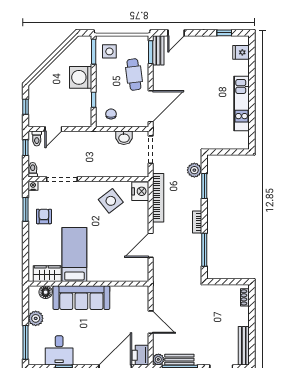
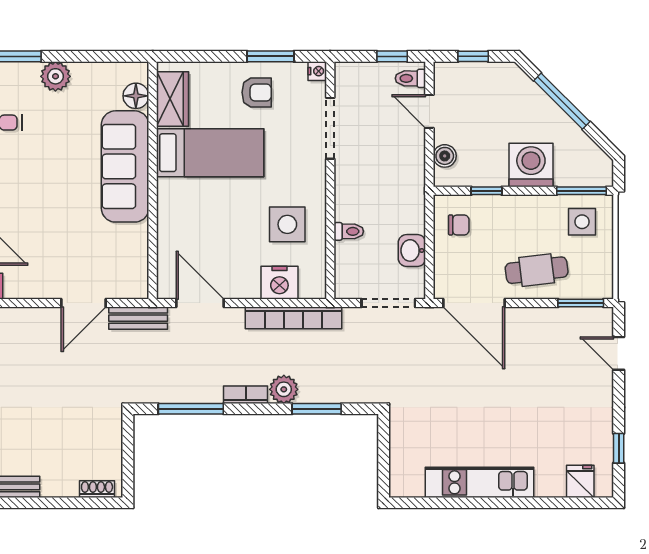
bench: (158, 50) -> (138, 318), moved
window: (48, 62) -> (562, 101), added
boiler: (76, 121) -> (445, 156), added
toilet: (33, 170) -> (349, 231), moved
plant: (194, 170) -> (284, 389), moved
nightstand: (140, 191) -> (279, 283), moved
side table: (111, 201) -> (287, 224), turned 38
bed: (74, 255) -> (210, 153), moved
wardrobe: (47, 274) -> (172, 99), moved
wall: (88, 284) -> (153, 180), moved
floor lamp: (46, 292) -> (136, 96), moved
sofa: (81, 298) -> (125, 166), moved
door: (151, 322) -> (83, 303), moved

